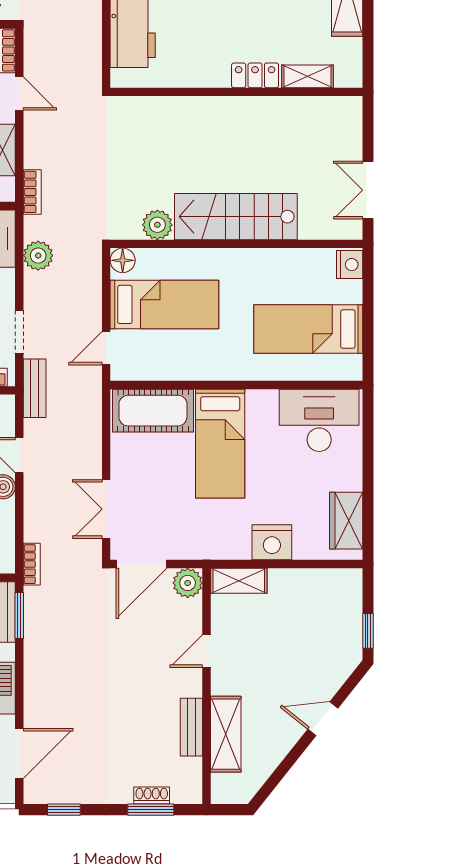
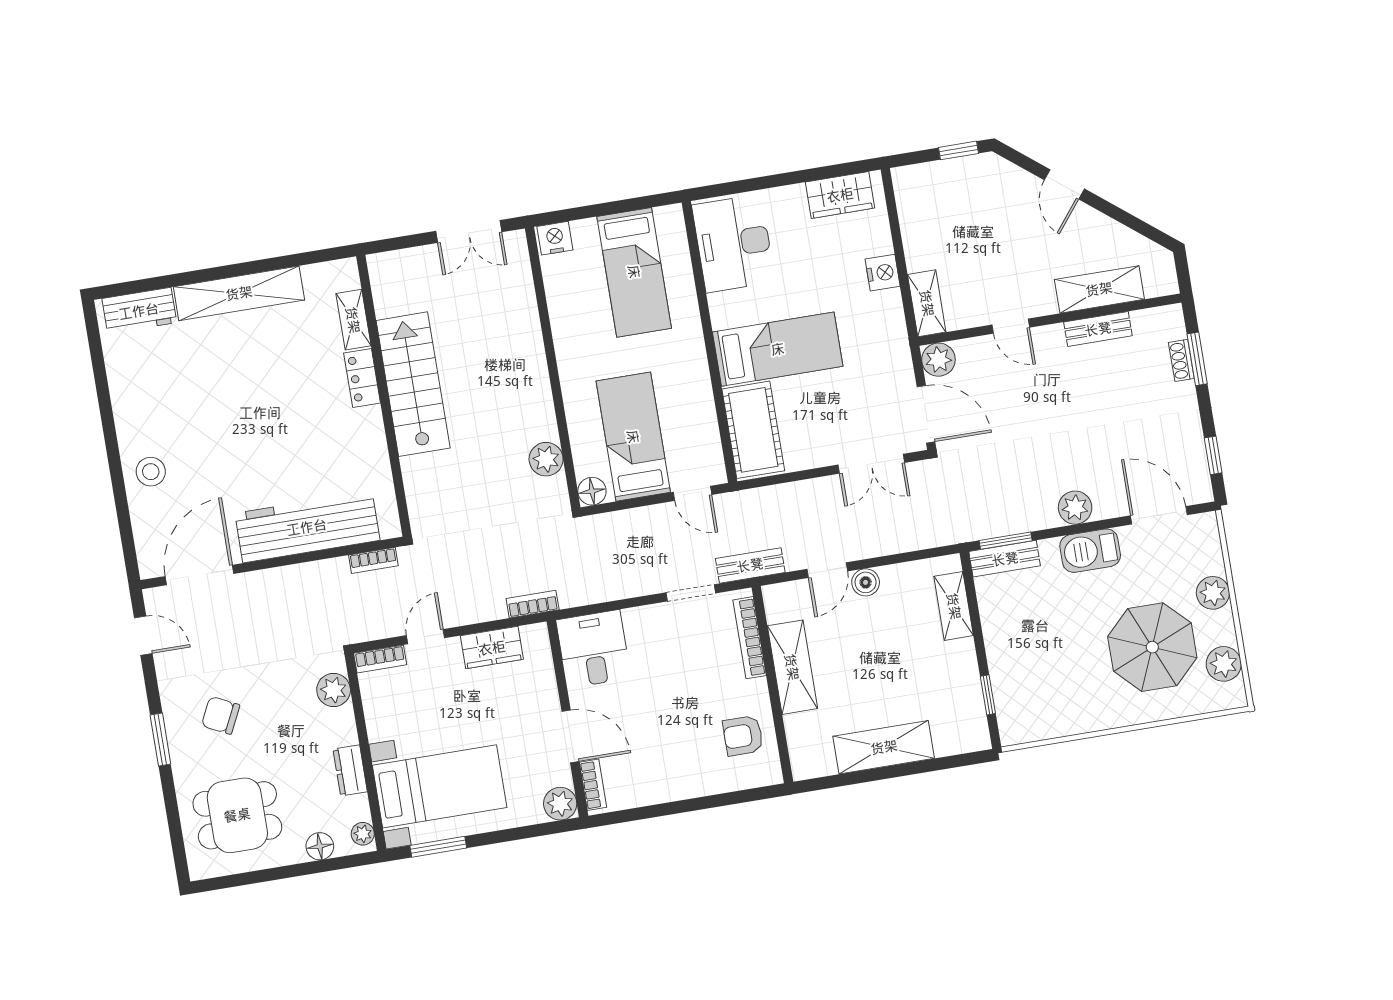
stairs: (236, 217) -> (413, 384), moved, turned 180
plant: (38, 256) -> (1075, 508), moved
nightstand: (272, 542) -> (883, 273), width x0.74, depth x0.75
bookcase: (32, 564) -> (373, 560), moved, turned 180

